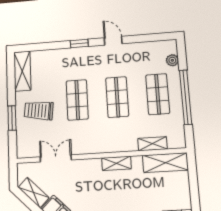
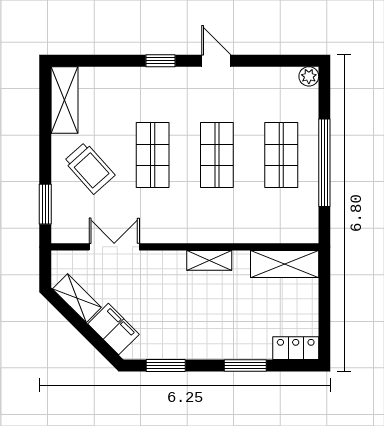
plant: (172, 60) -> (309, 76), moved
trolley: (39, 111) -> (89, 168), turned -139
window: (12, 118) -> (45, 204), moved
shelving: (152, 144) -> (267, 233), removed

